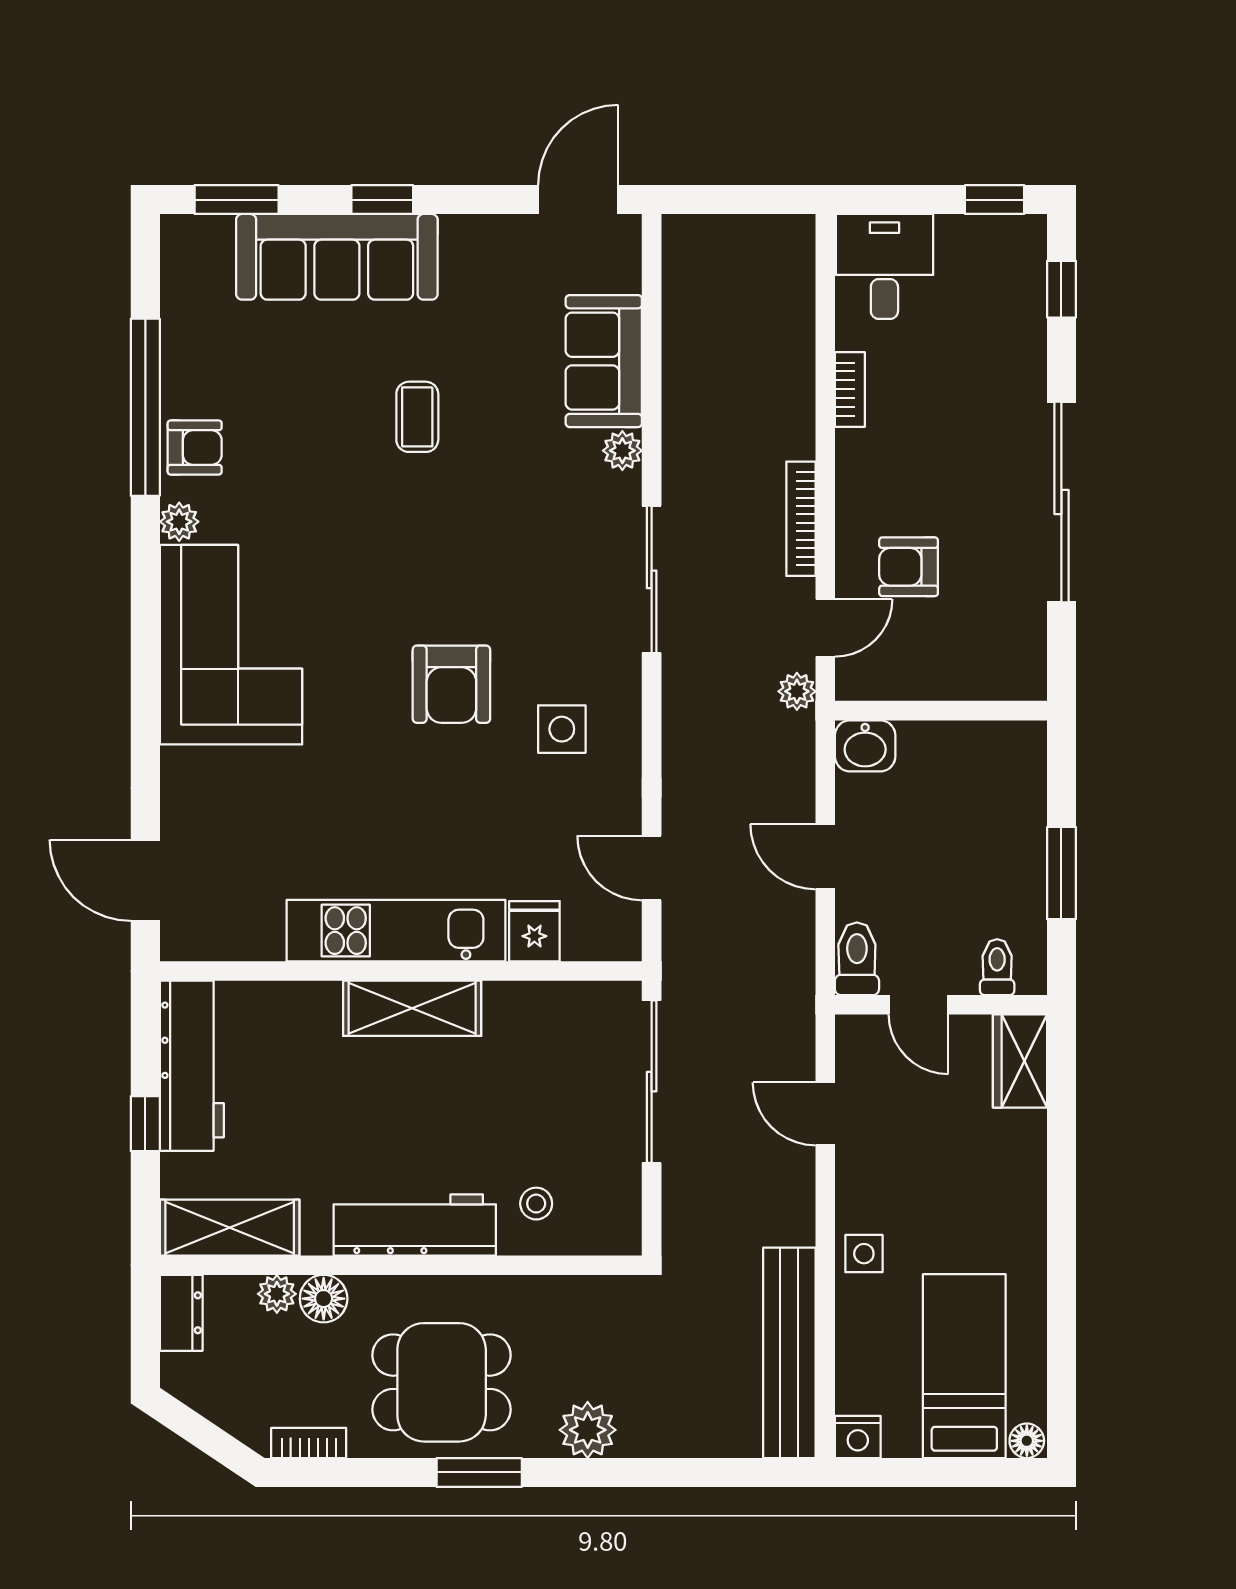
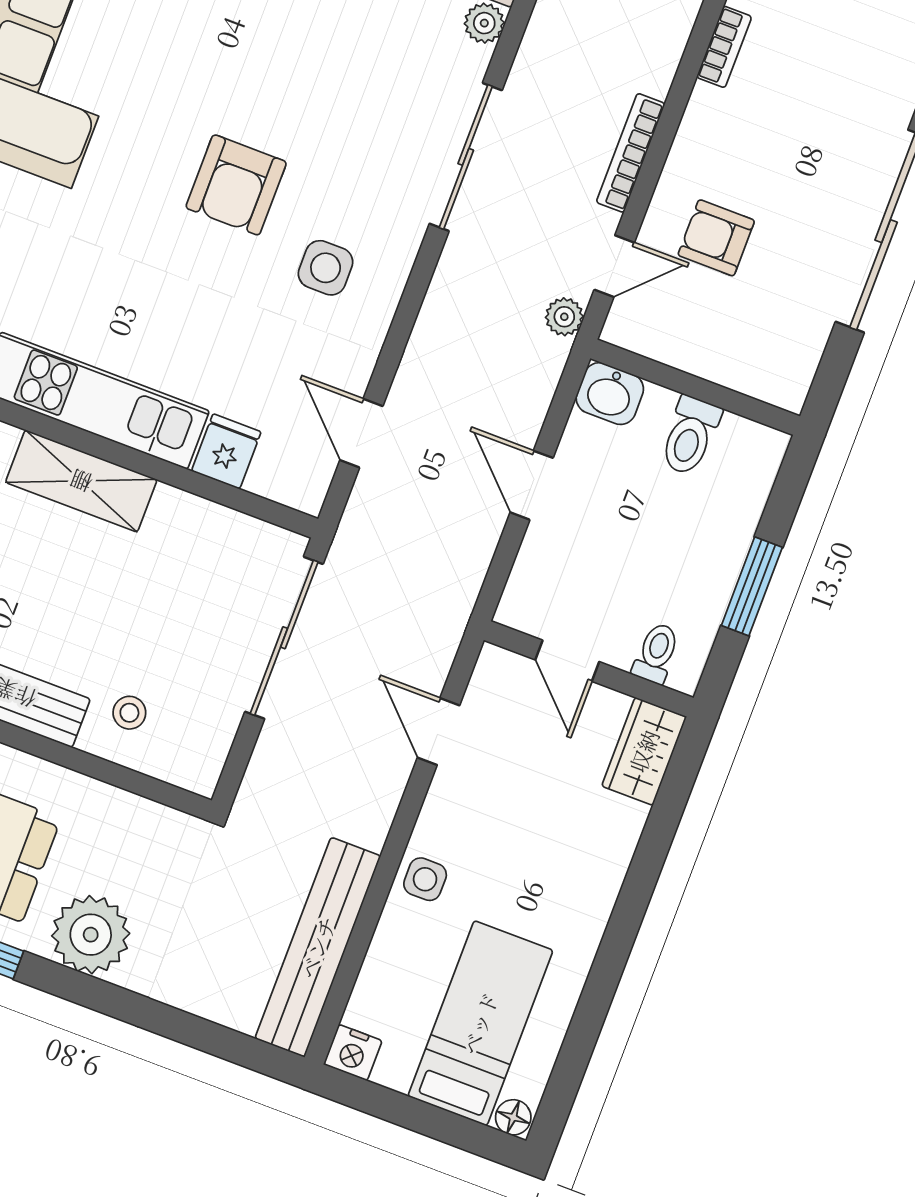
toilet: (857, 959) -> (690, 436), moved, turned 180
plant: (588, 1430) -> (91, 935), width x1.36, depth x1.36

